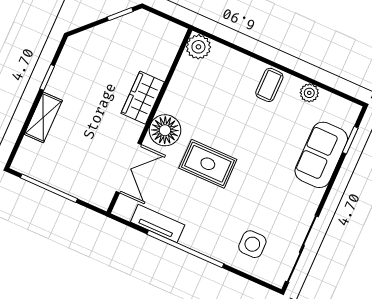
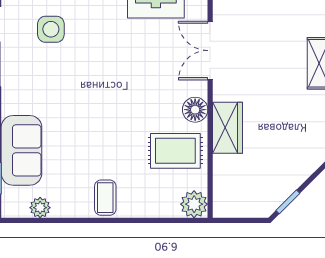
plant: (309, 93) -> (40, 208), moved
floor lamp: (165, 130) -> (195, 110), width x0.73, depth x0.73
rug: (208, 164) -> (175, 151), moved

